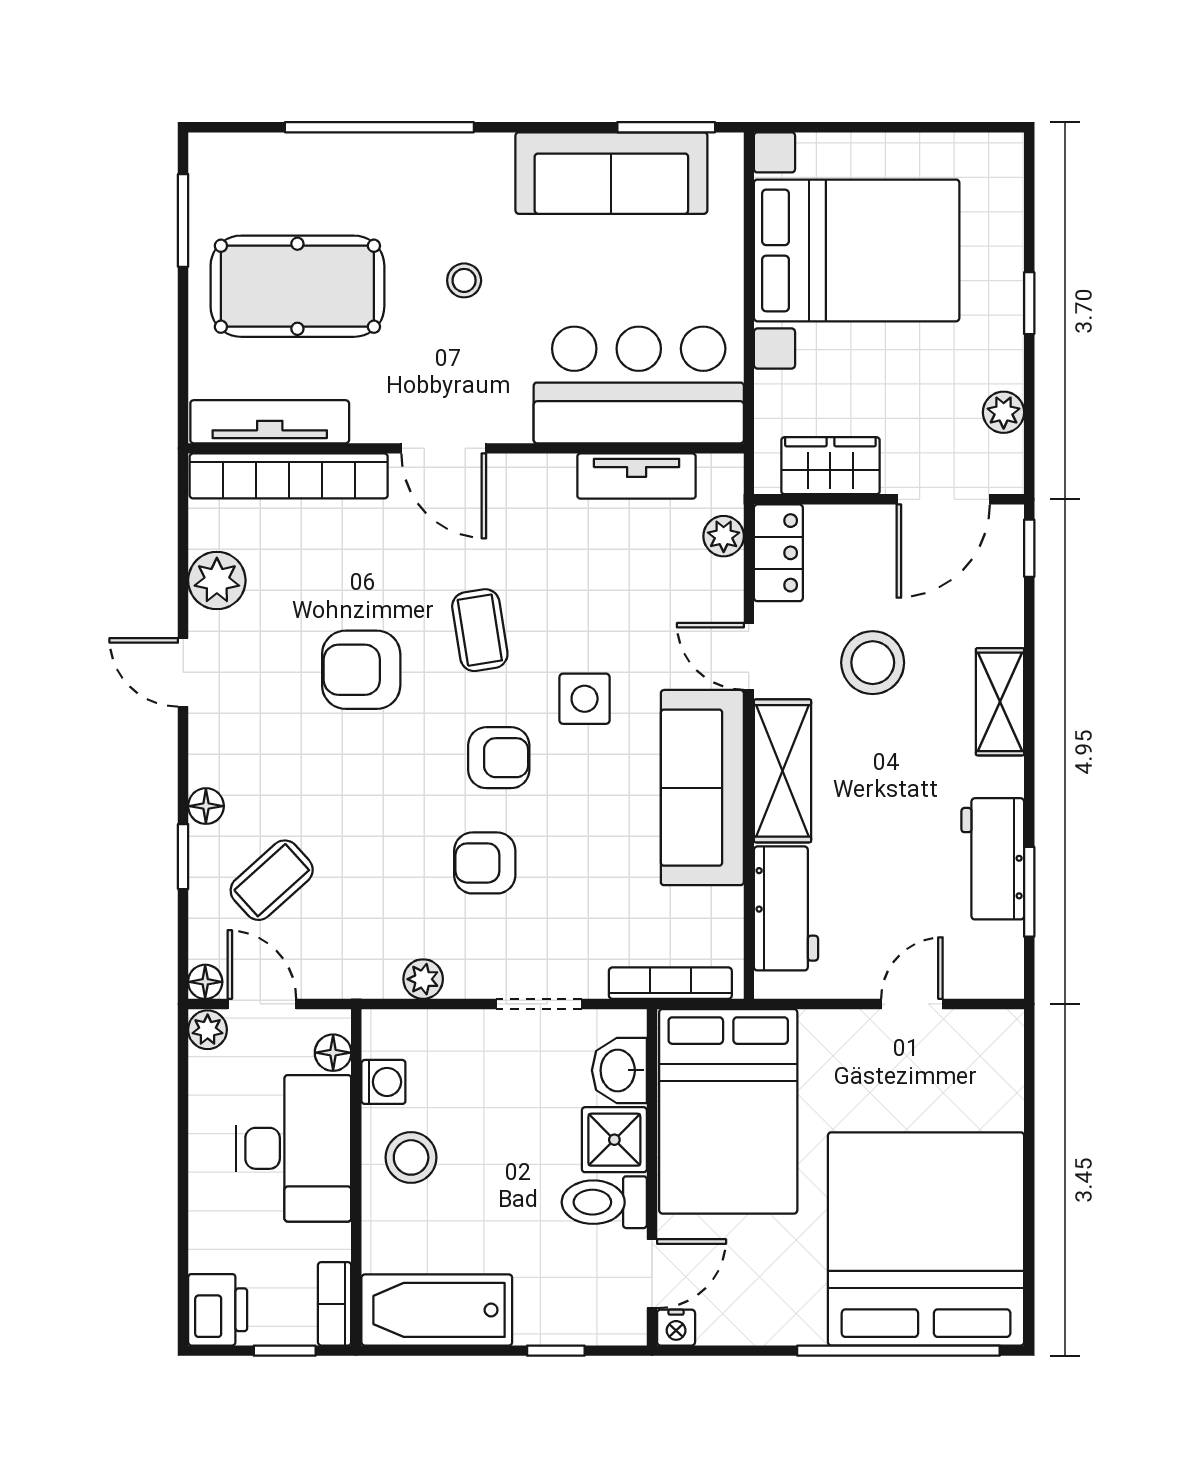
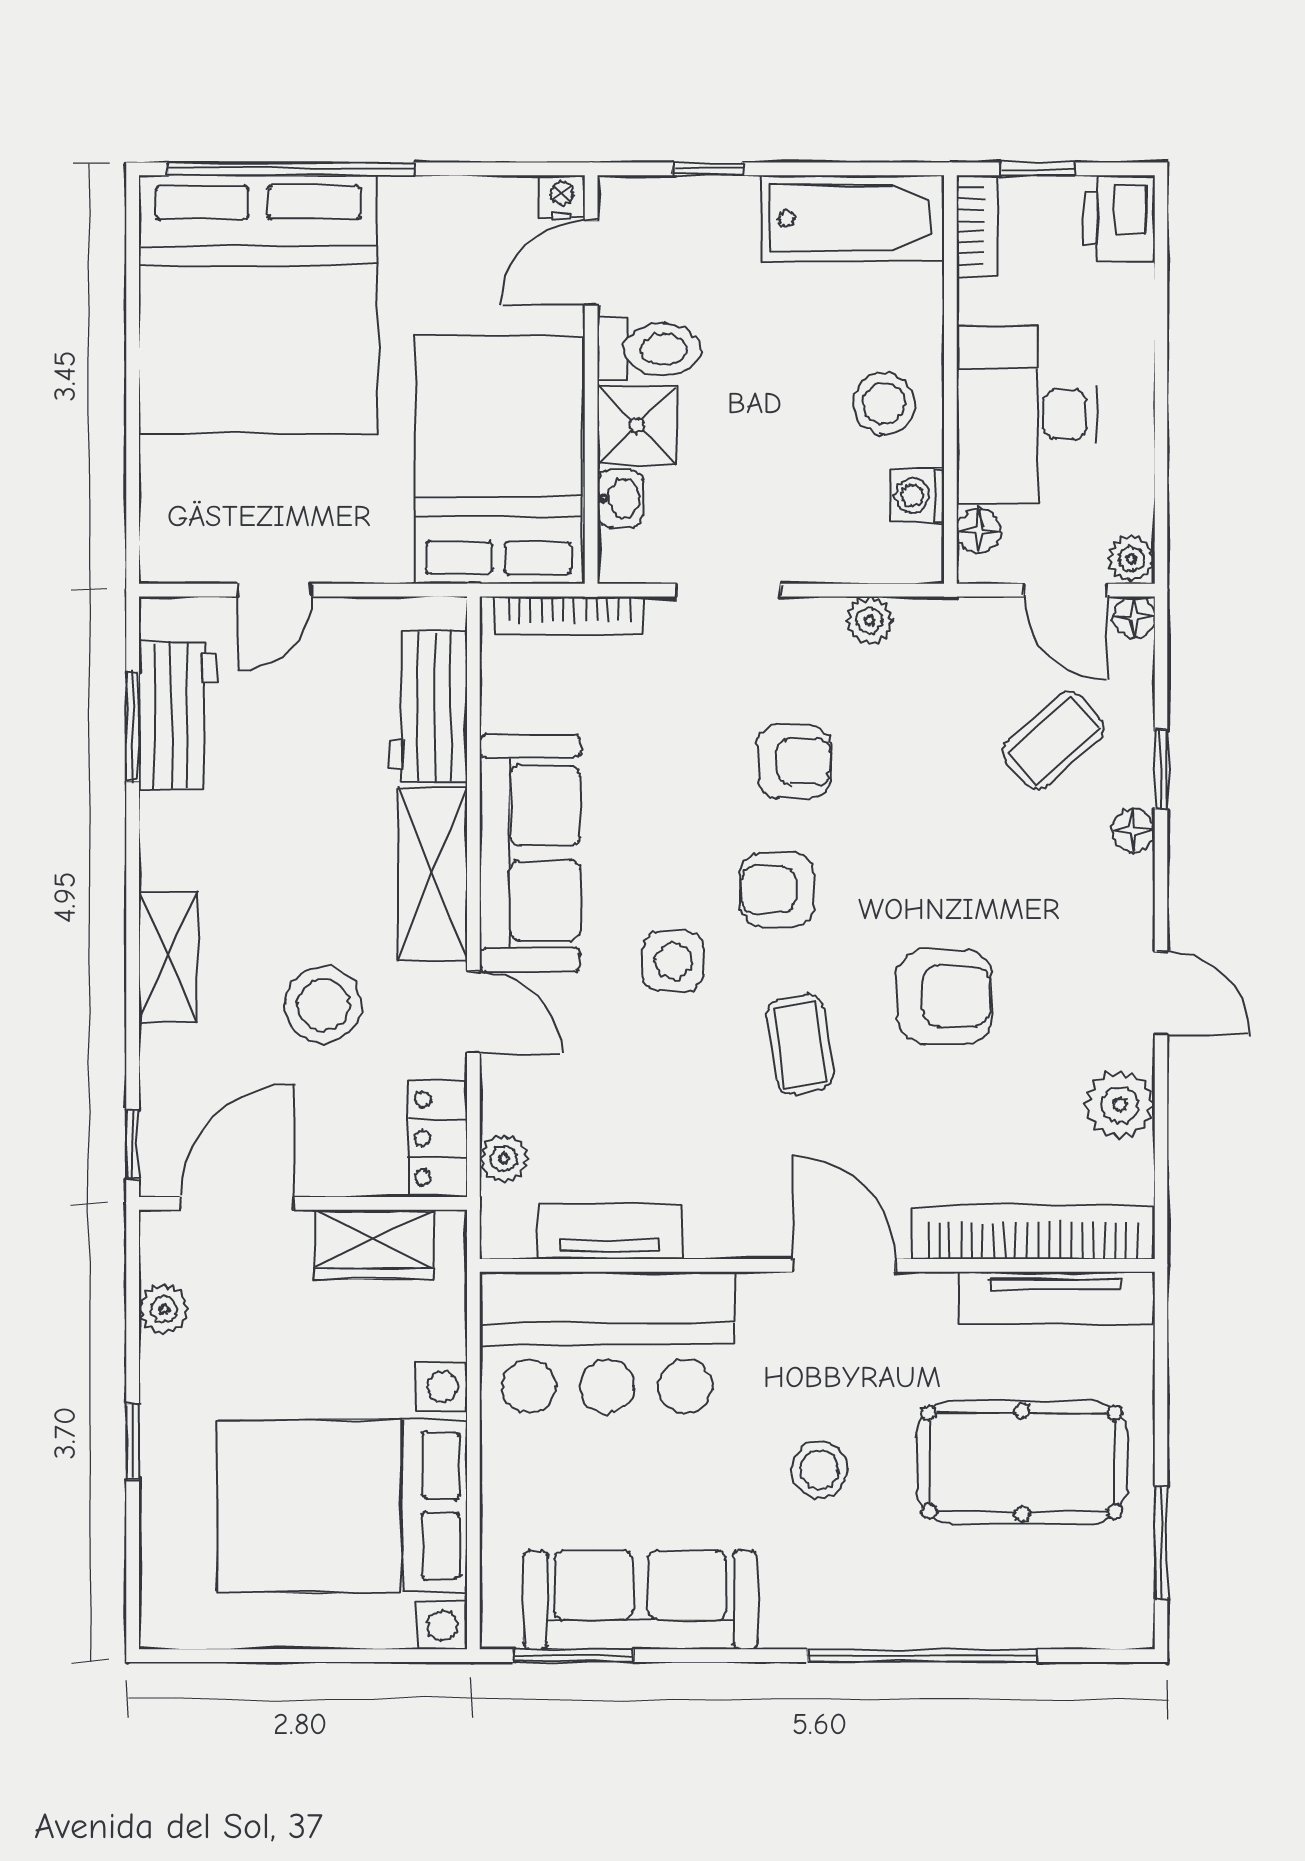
stool: (464, 280) -> (819, 1469), width x1.37, depth x1.37
workbench: (993, 859) -> (177, 715), moved
washbasin: (619, 1070) -> (620, 498), width x0.72, depth x0.69

